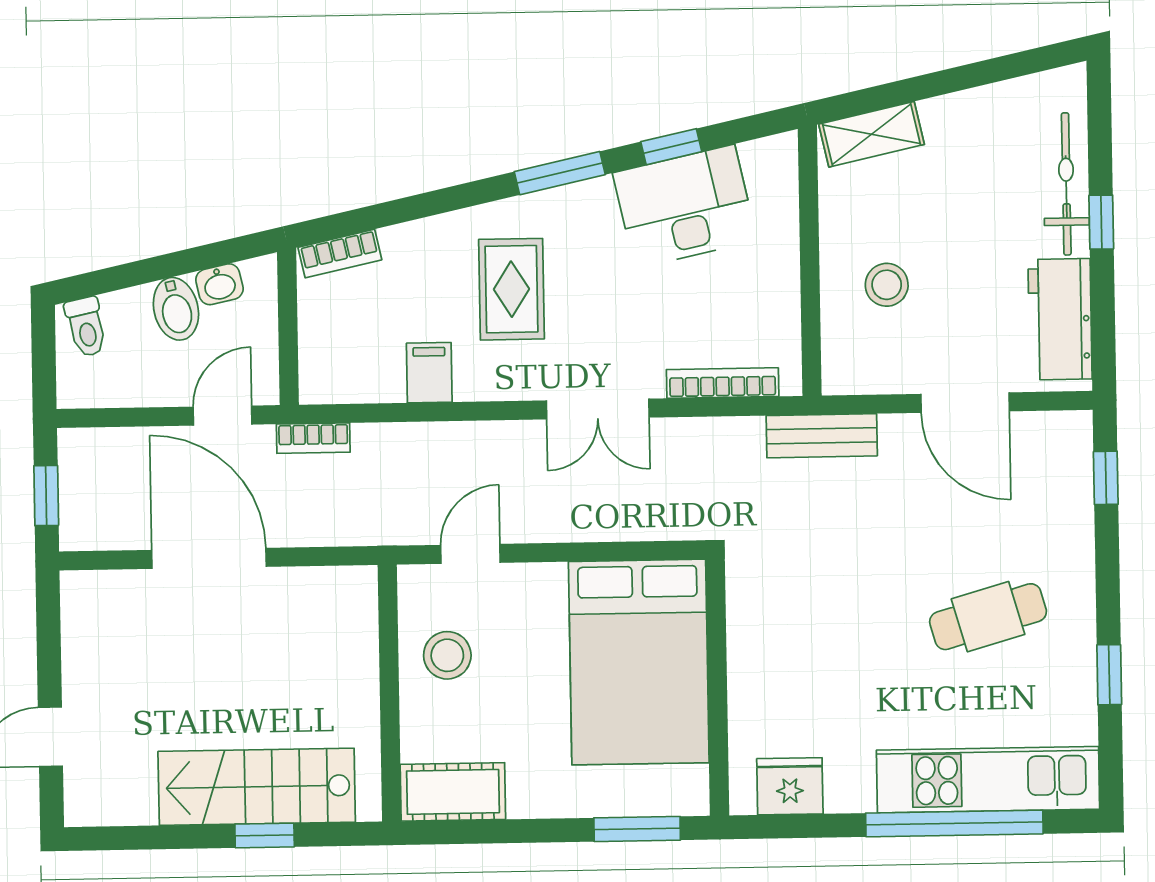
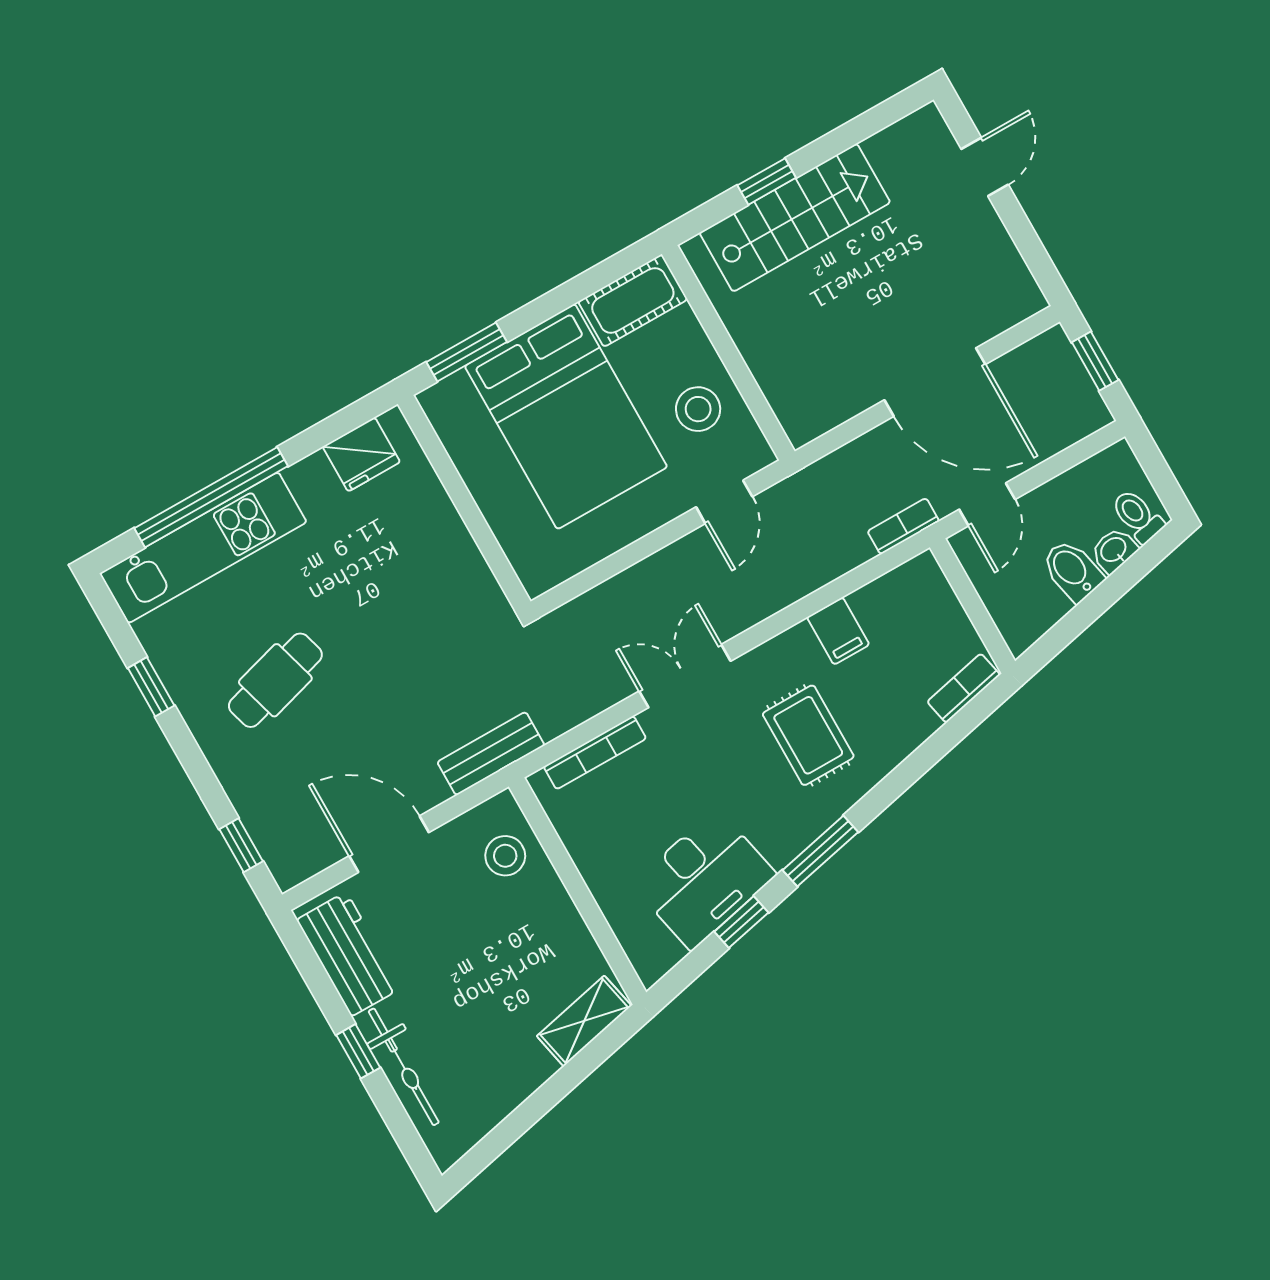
washbasin: (219, 284) -> (1114, 550), moved
stool: (887, 285) -> (505, 856), moved
bed: (639, 662) -> (566, 417), moved, turned 180

